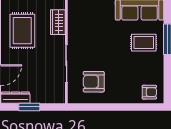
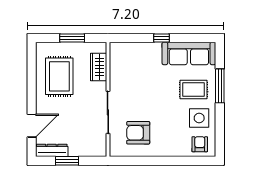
side table: (149, 68) -> (199, 118), added
armchair: (149, 92) -> (200, 144), turned -90

